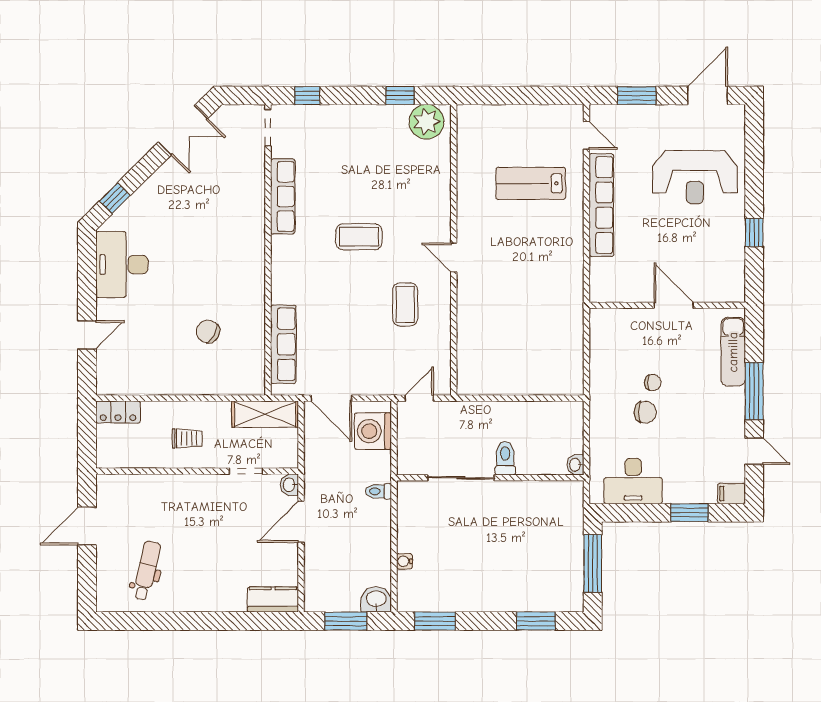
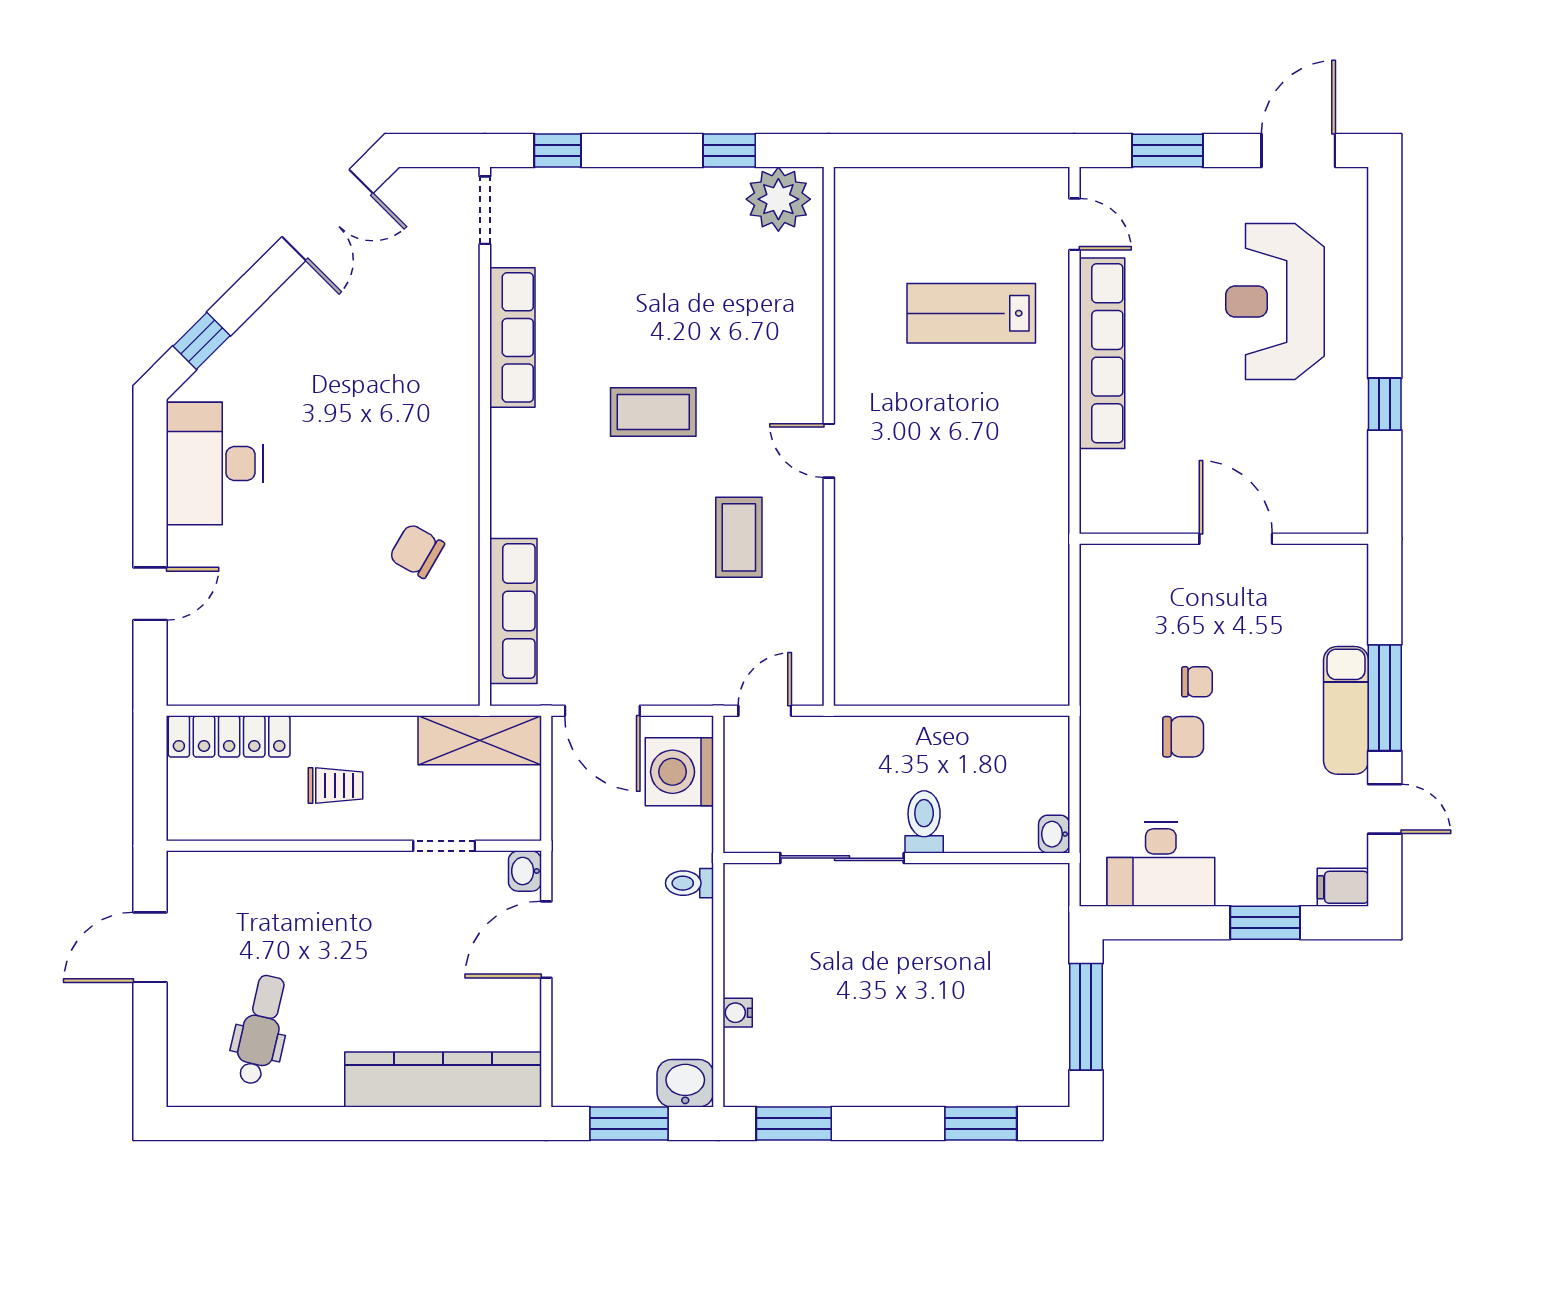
reception desk: (695, 177) -> (1275, 302), turned 90
chair: (208, 332) -> (417, 551), moved
exam couch: (733, 352) -> (1346, 710), moved
locker: (118, 412) -> (229, 736), width x1.53
kitchen counter: (273, 600) -> (443, 1079), width x2.08, depth x1.17

